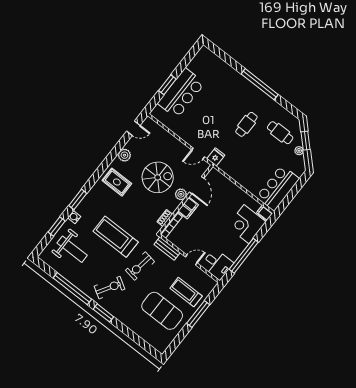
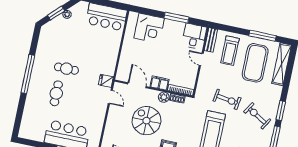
cafe table: (280, 133) -> (56, 93), moved
door: (197, 185) -> (137, 85), hinge flipped
plant: (181, 194) -> (164, 97), moved
filing cabinet: (265, 213) -> (133, 18), removed
bench: (167, 249) -> (211, 40), moved
window: (244, 256) -> (176, 18), width x0.68
window: (198, 314) -> (262, 36), moved
shelving: (148, 336) -> (282, 64), added

